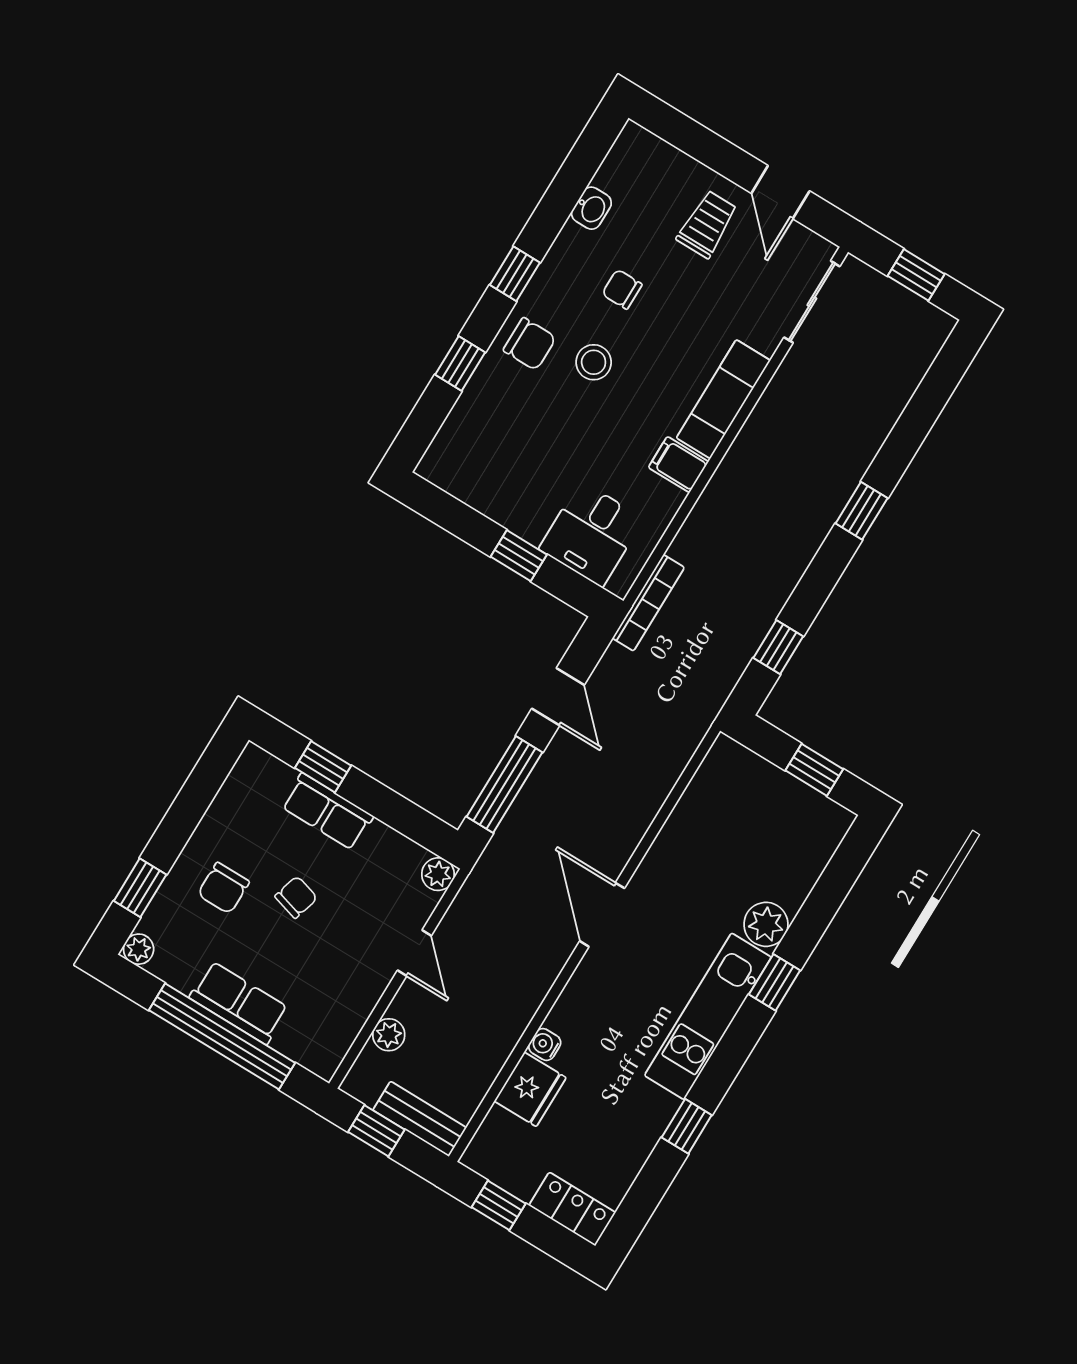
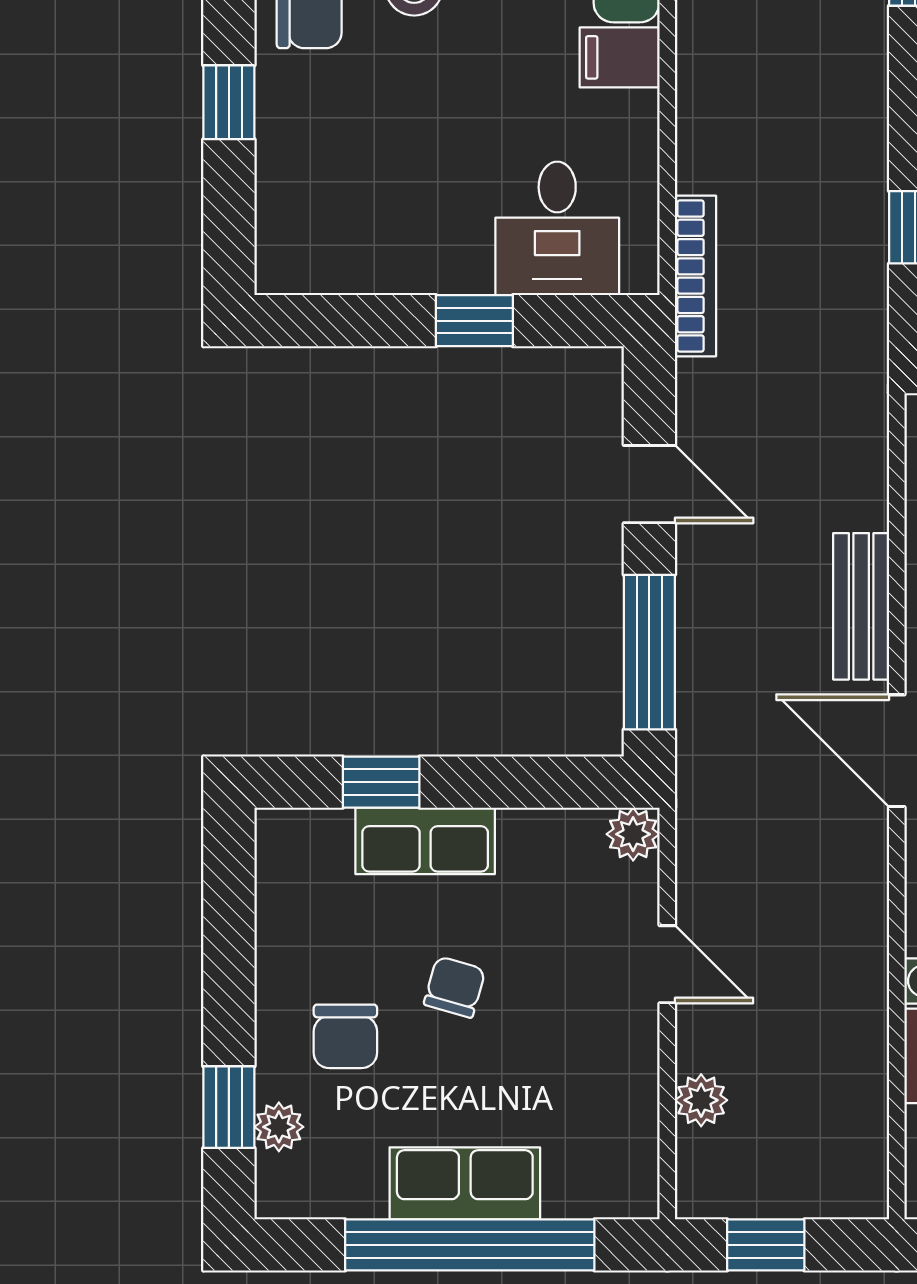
plant: (139, 949) -> (279, 1127), moved
bench: (420, 1119) -> (861, 606), moved, turned 90

